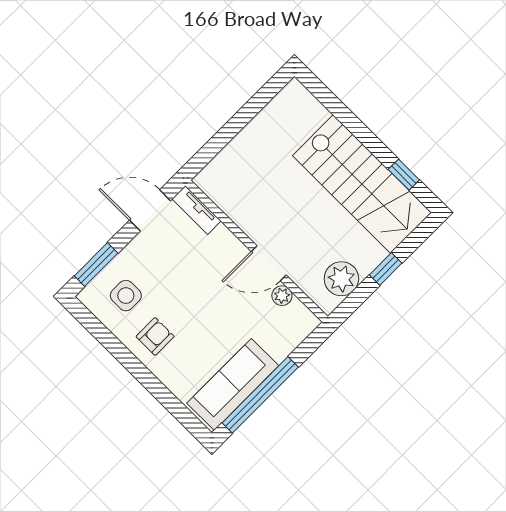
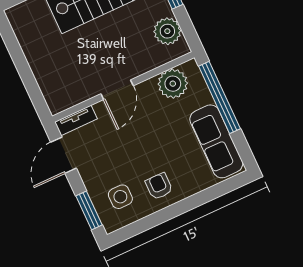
door: (269, 263) -> (117, 90), moved
plant: (282, 296) -> (173, 84), width x1.88, depth x1.88
window: (260, 395) -> (219, 97), moved

